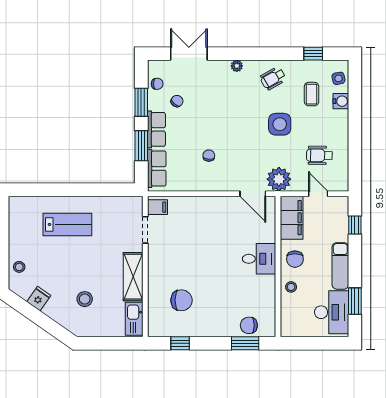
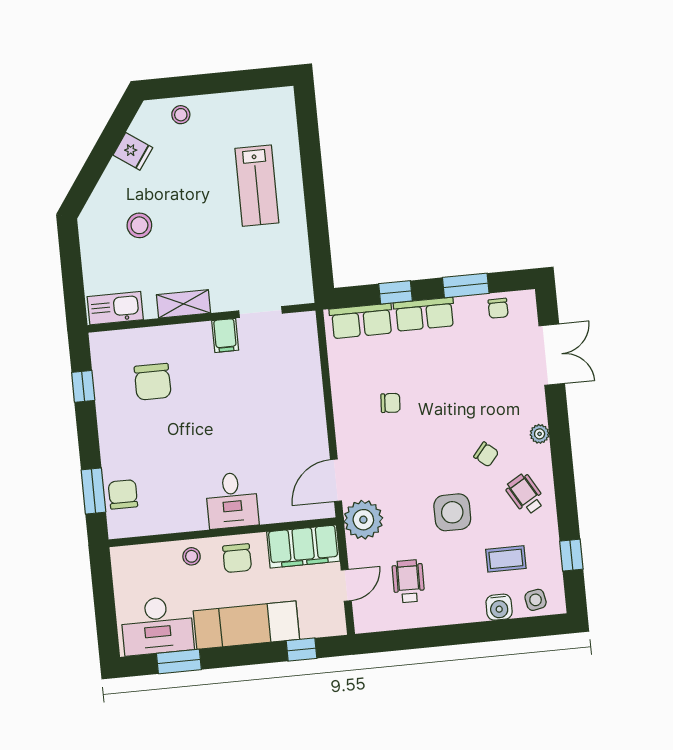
chair: (177, 101) -> (486, 454), moved
window: (141, 146) -> (395, 292), width x0.67
filing cabinet: (157, 207) -> (225, 335), moved
chair: (295, 259) -> (237, 558), turned -90
exam couch: (340, 266) -> (246, 625), width x1.36, depth x1.45
shelving: (133, 277) -> (183, 304), width x0.67, depth x0.75

